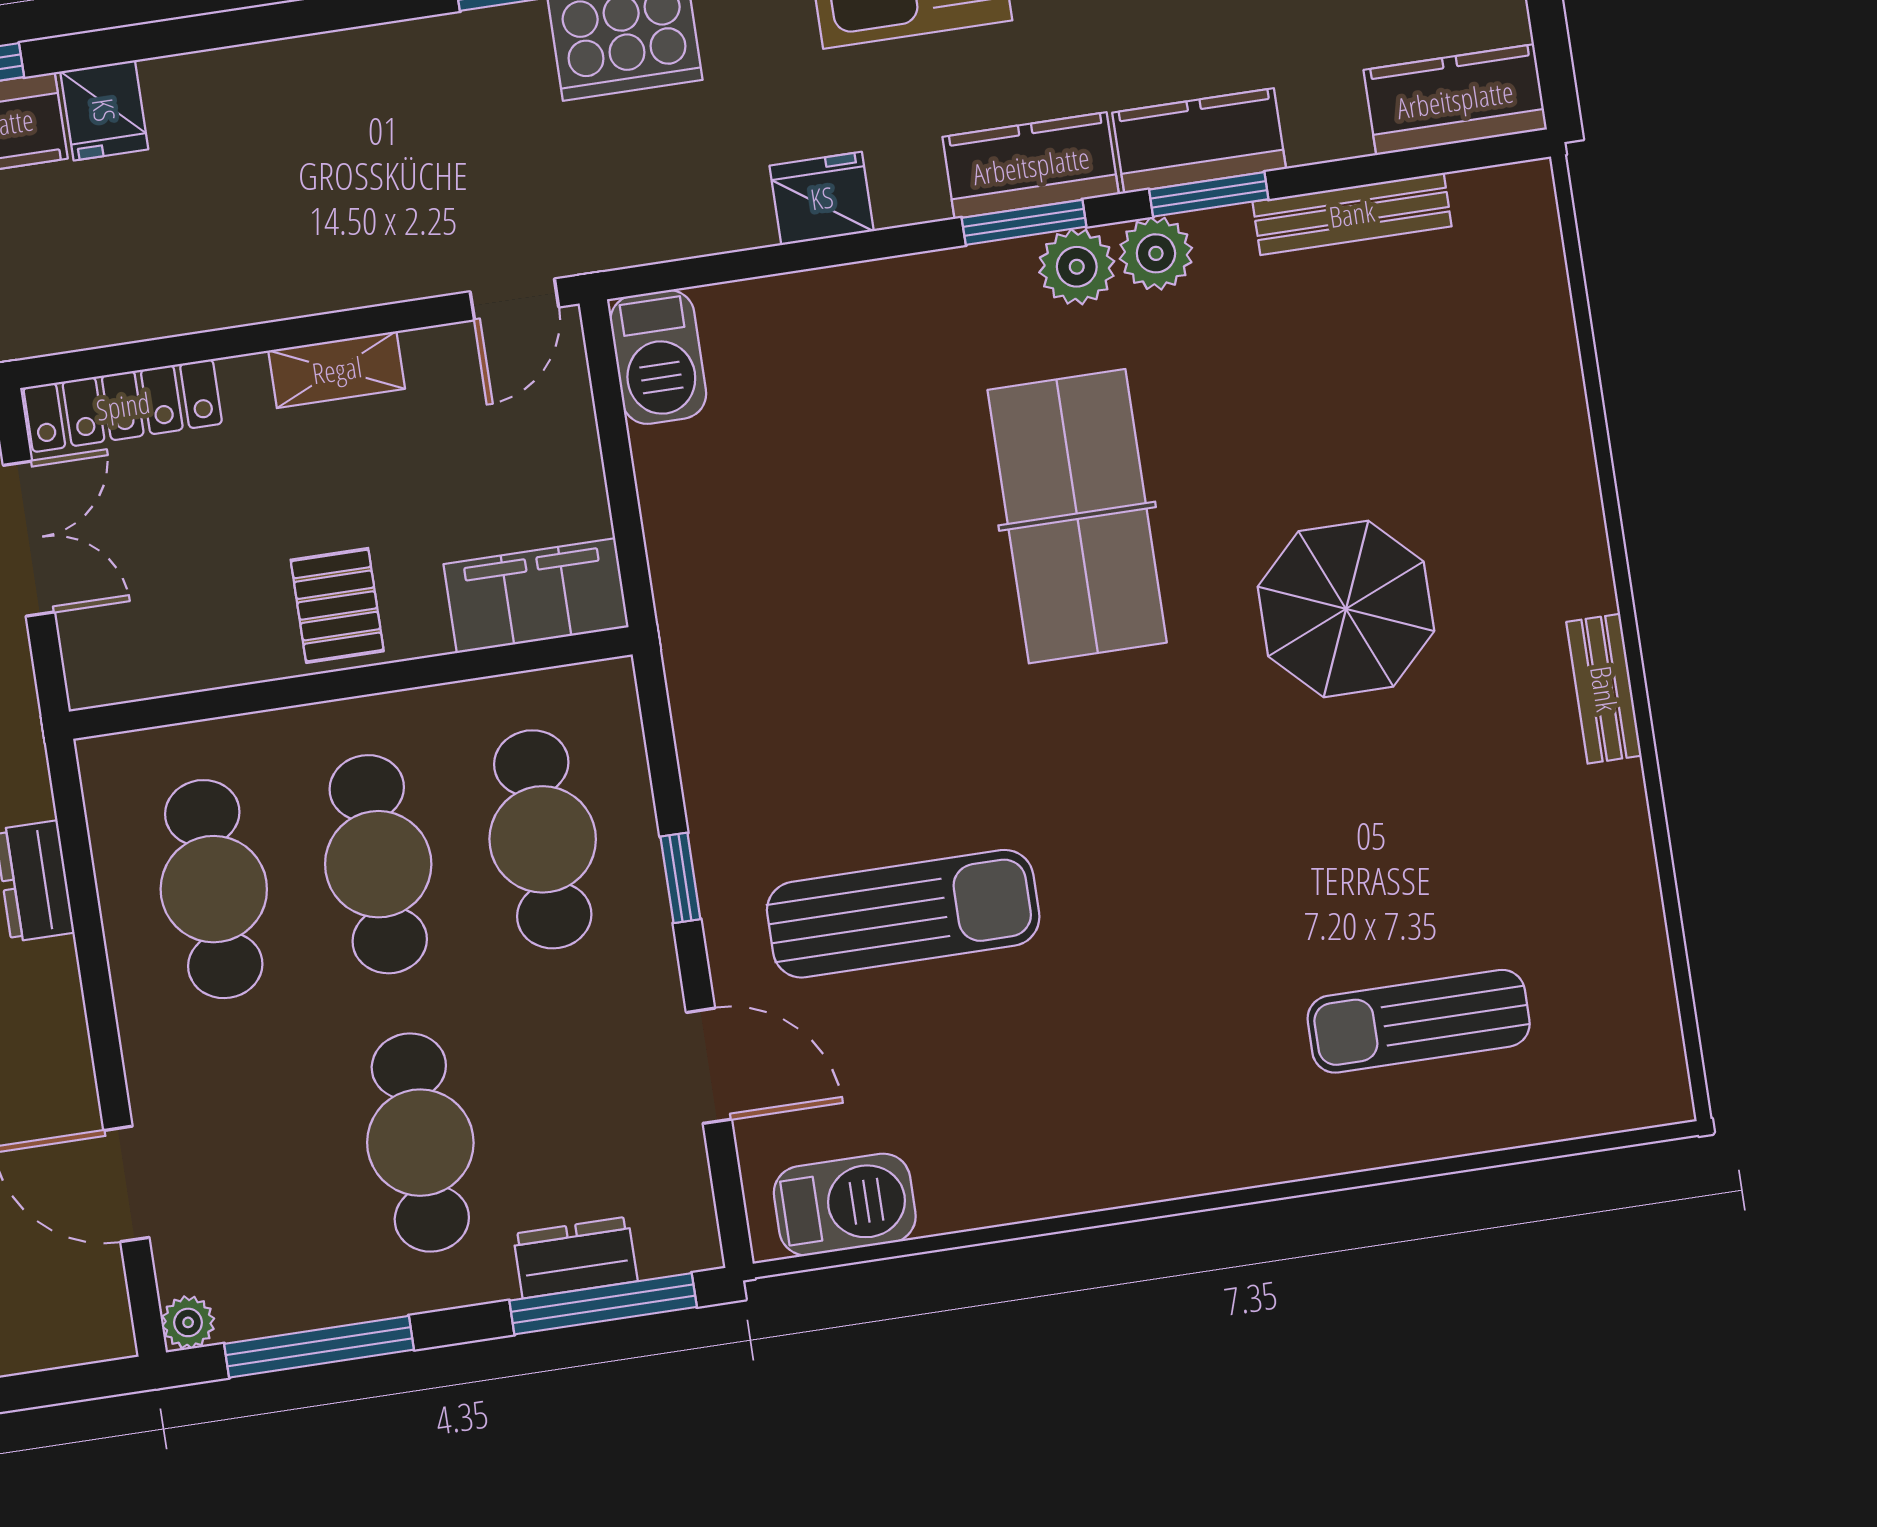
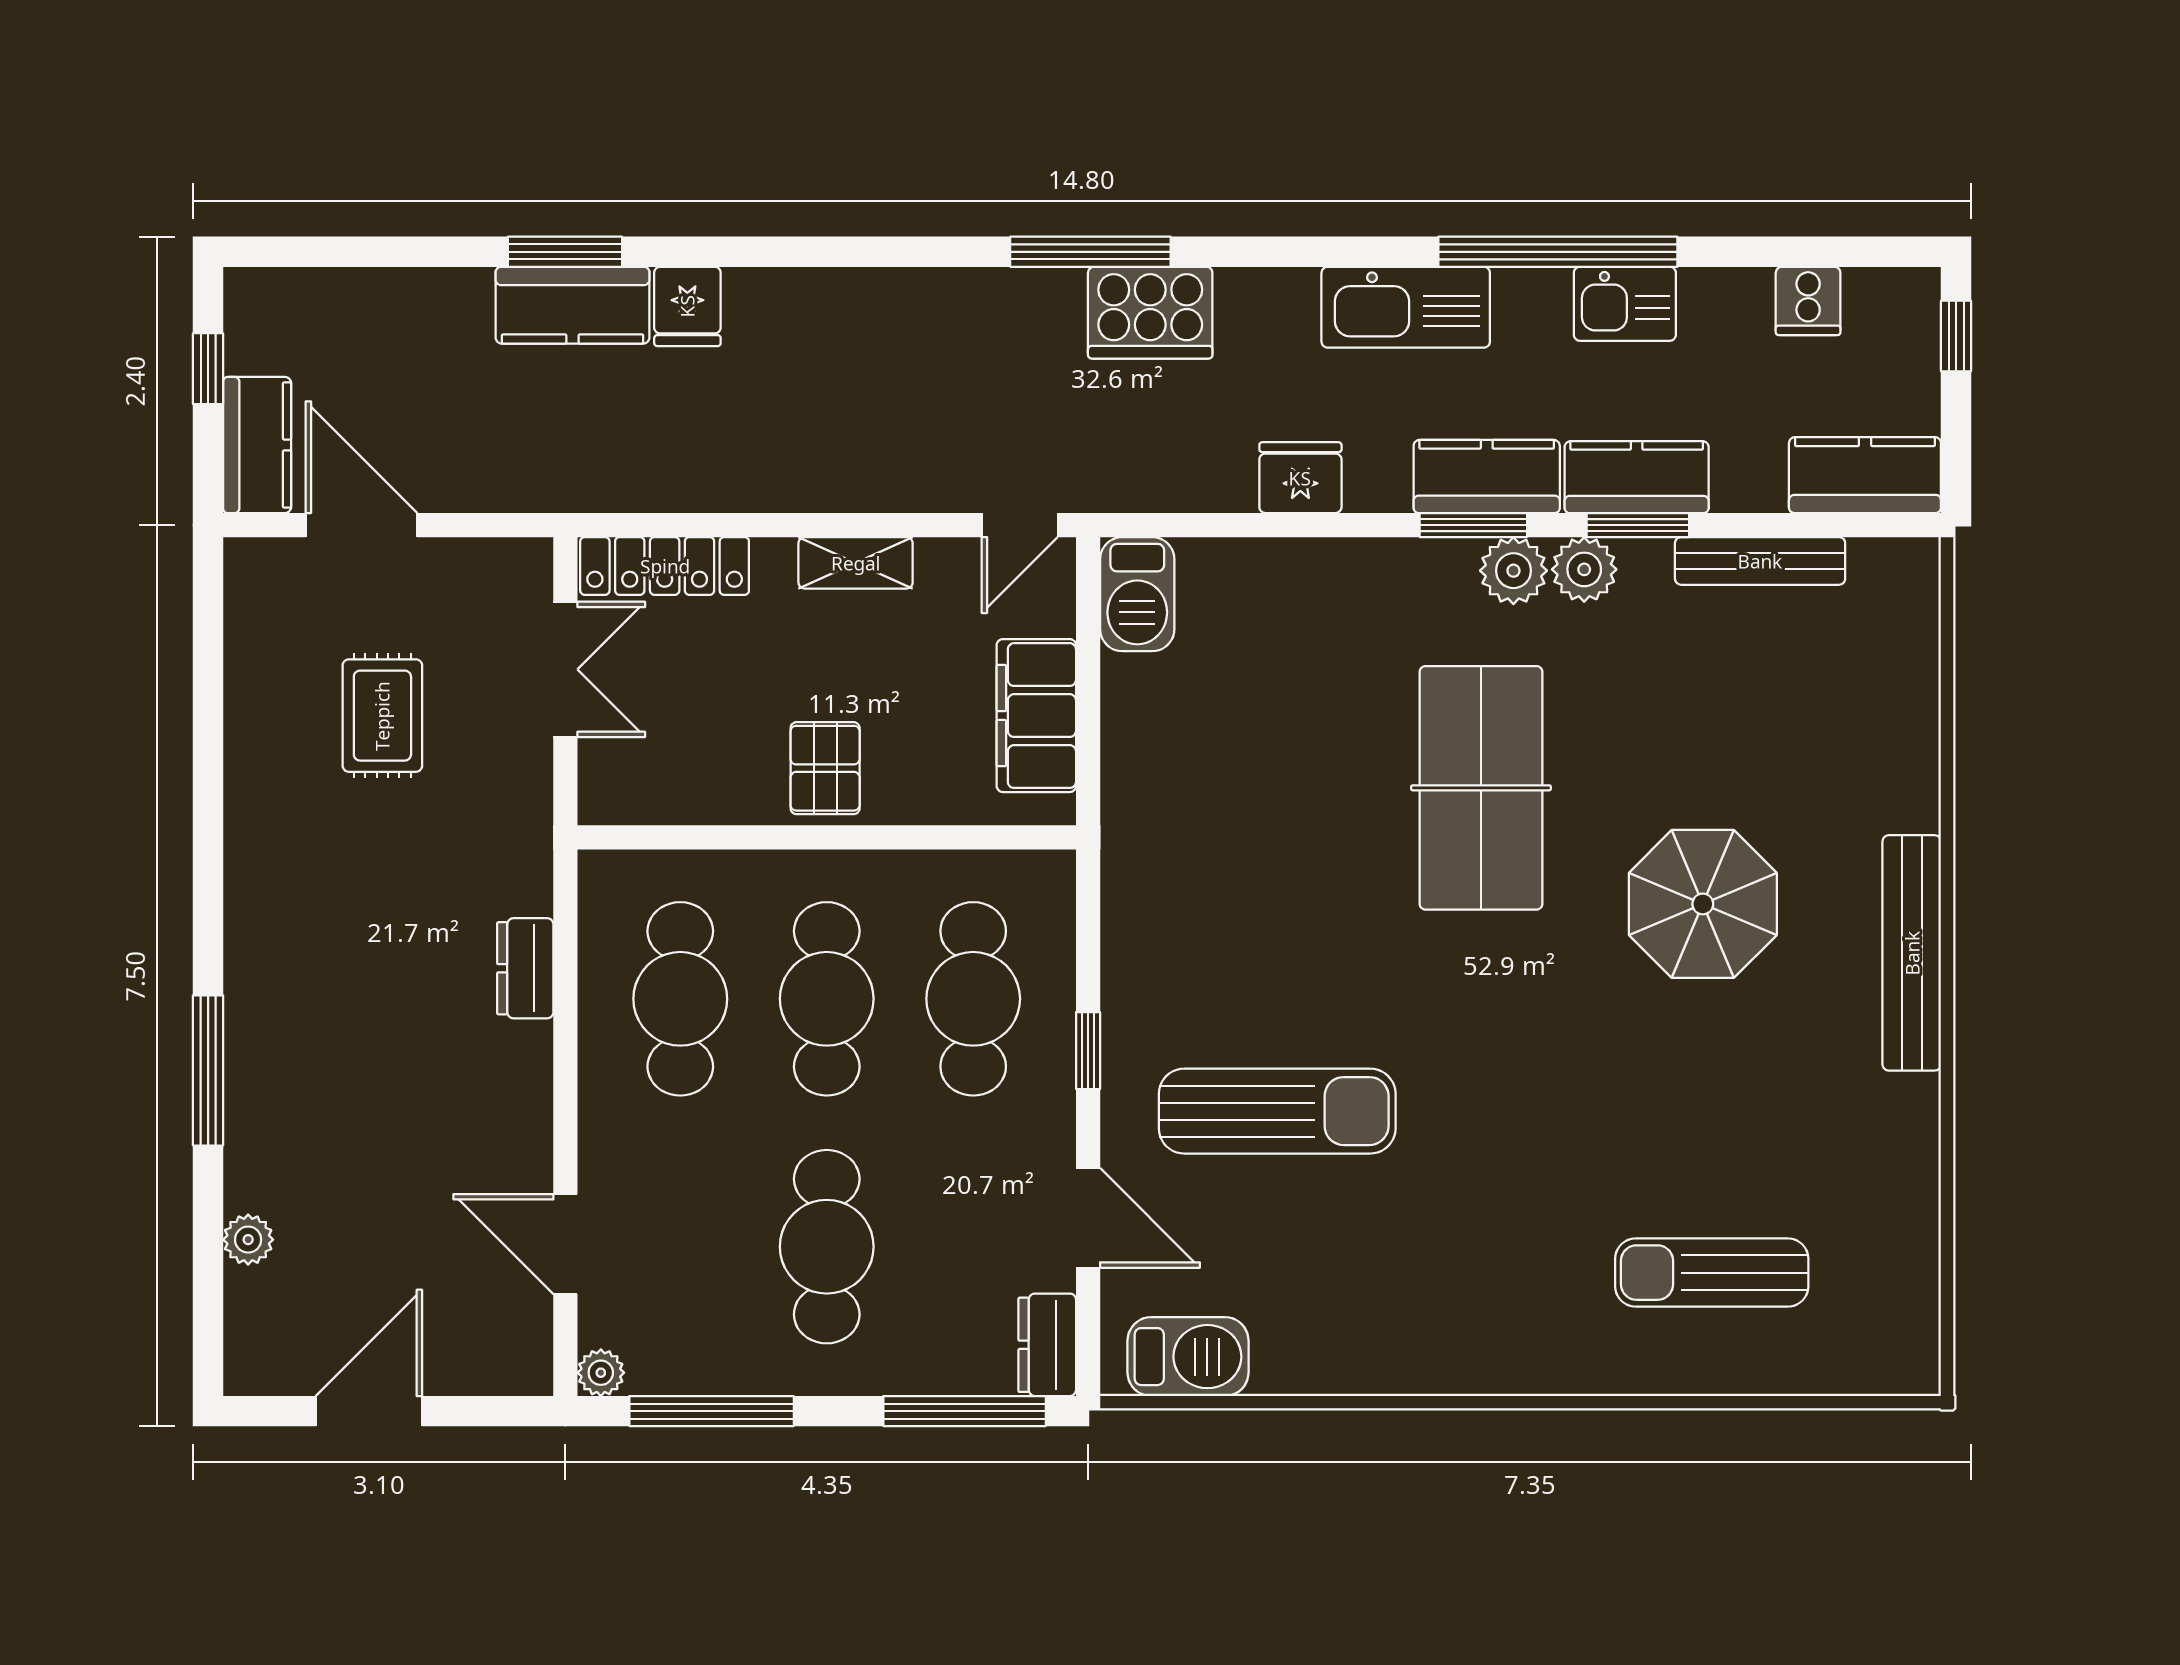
filing cabinet: (536, 596) -> (1036, 716), moved, turned -90
bench: (1604, 689) -> (1912, 953), width x1.86, depth x1.21
dresser: (575, 1258) -> (1047, 1345), moved, turned -90

